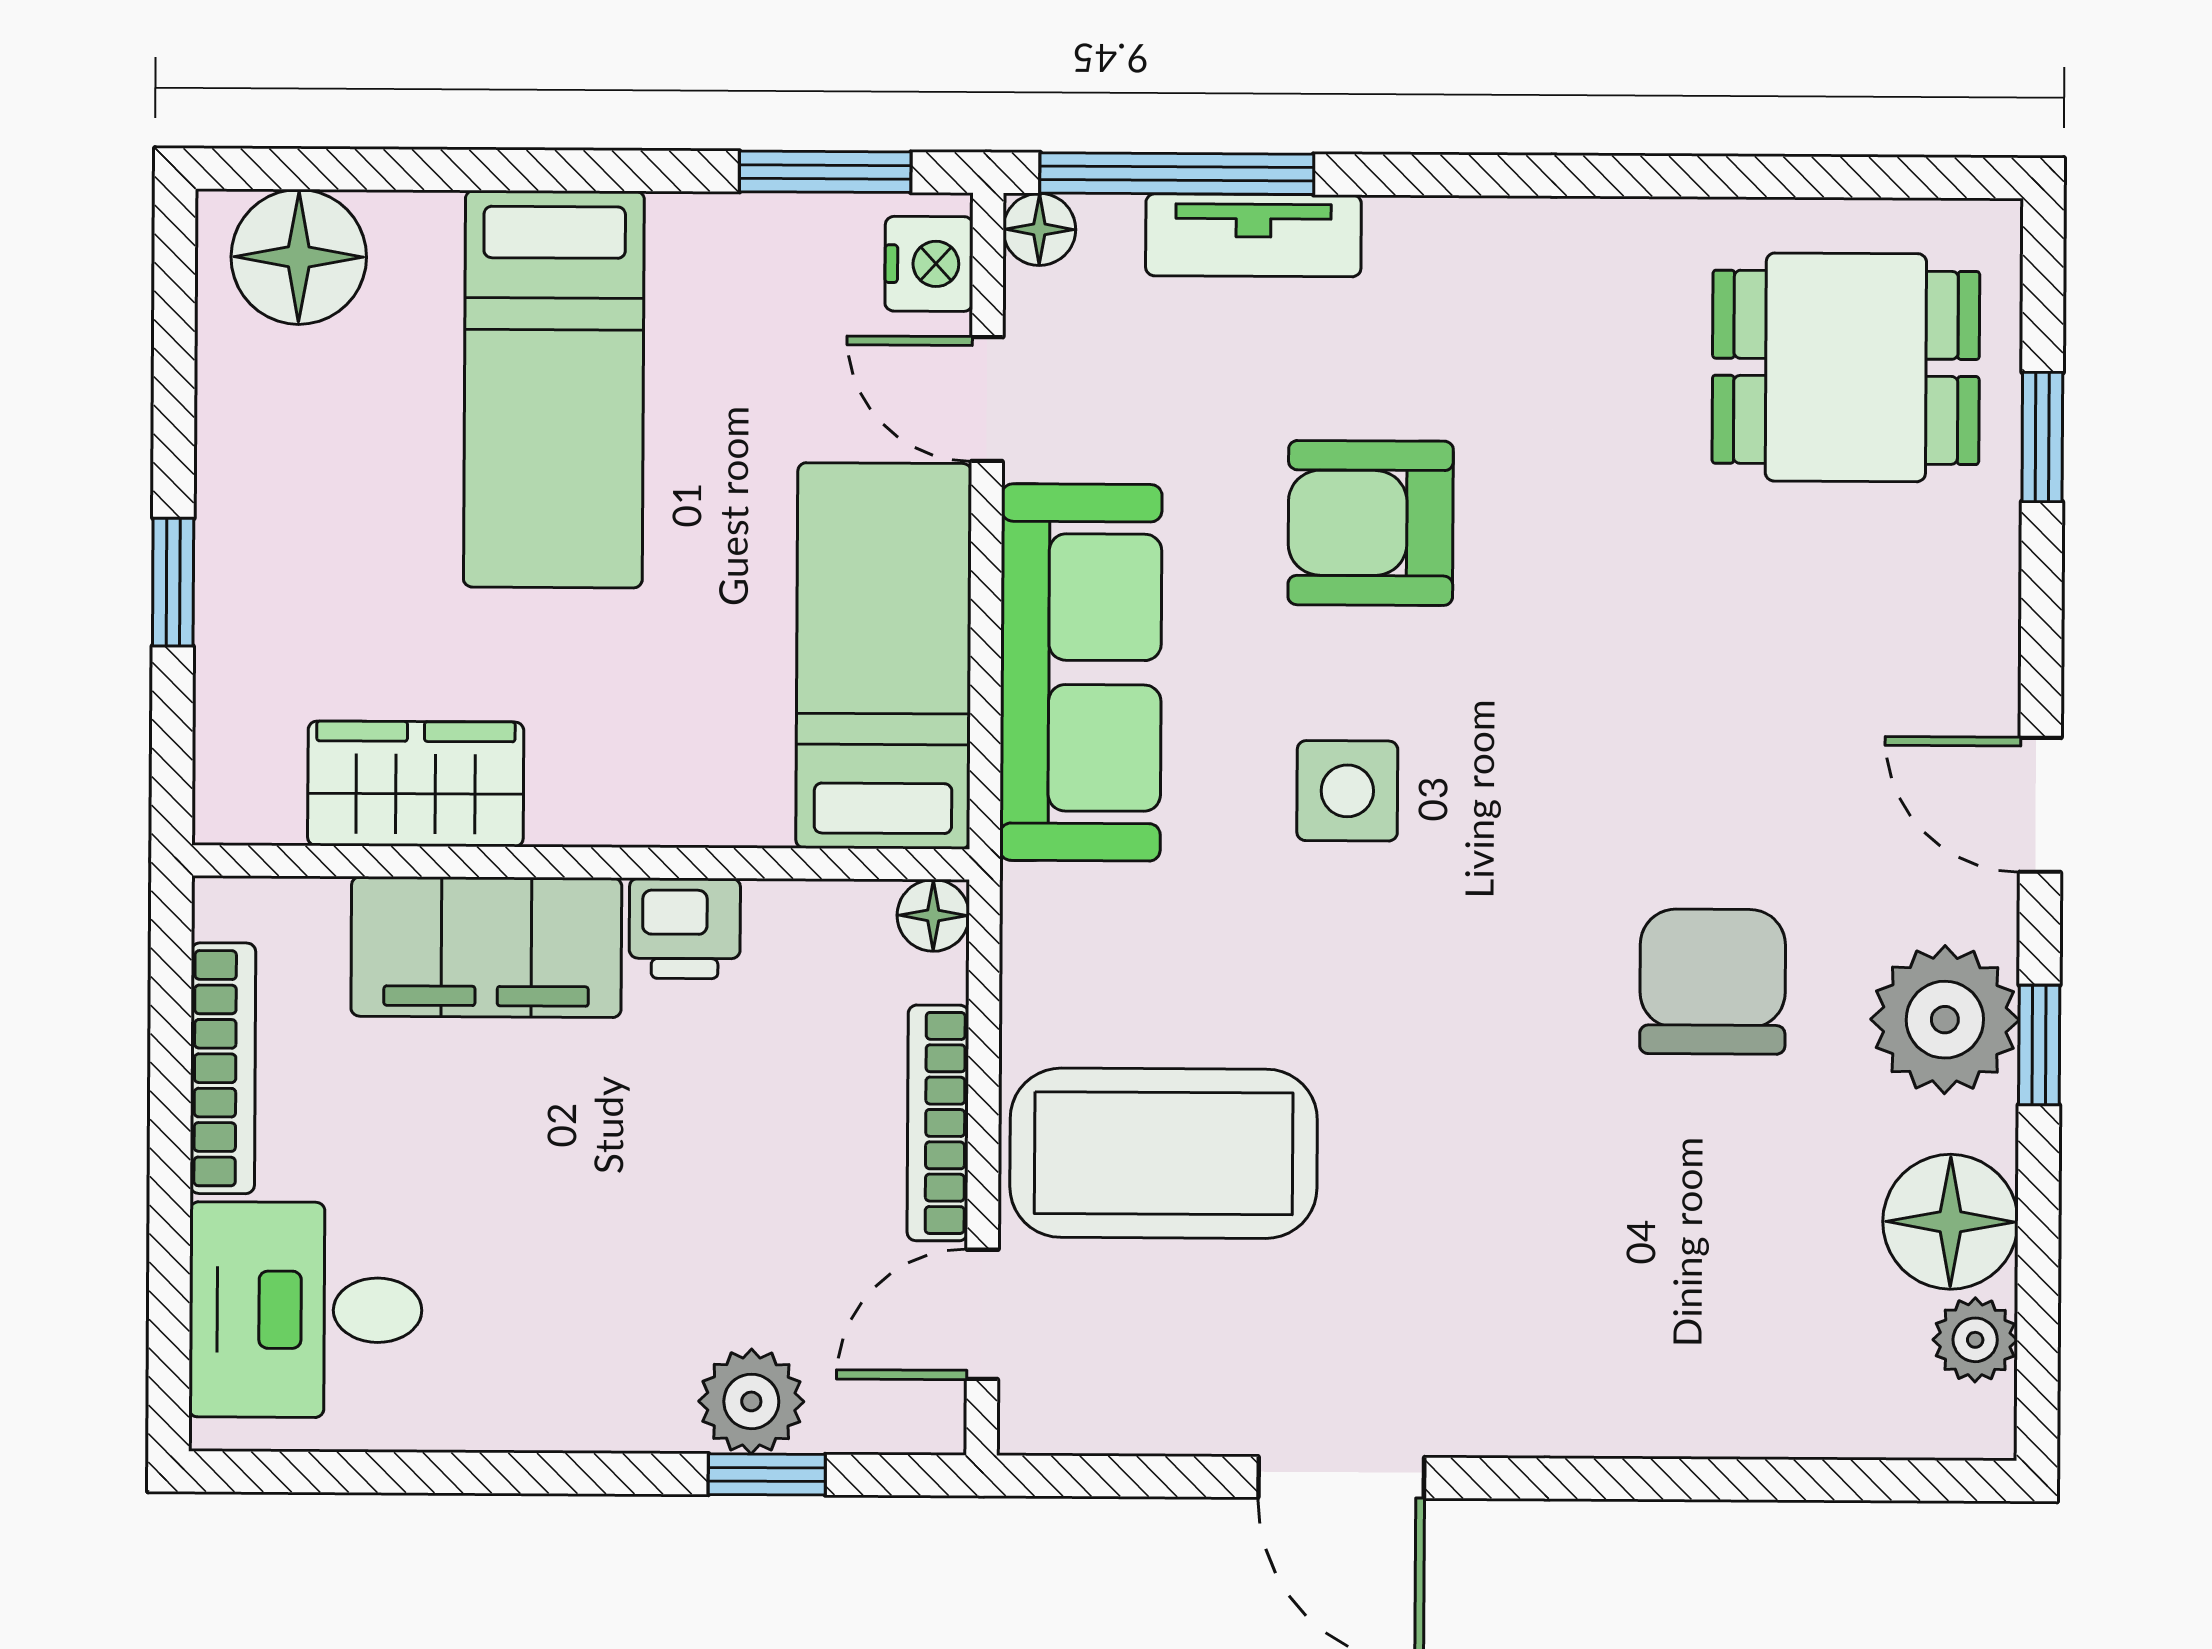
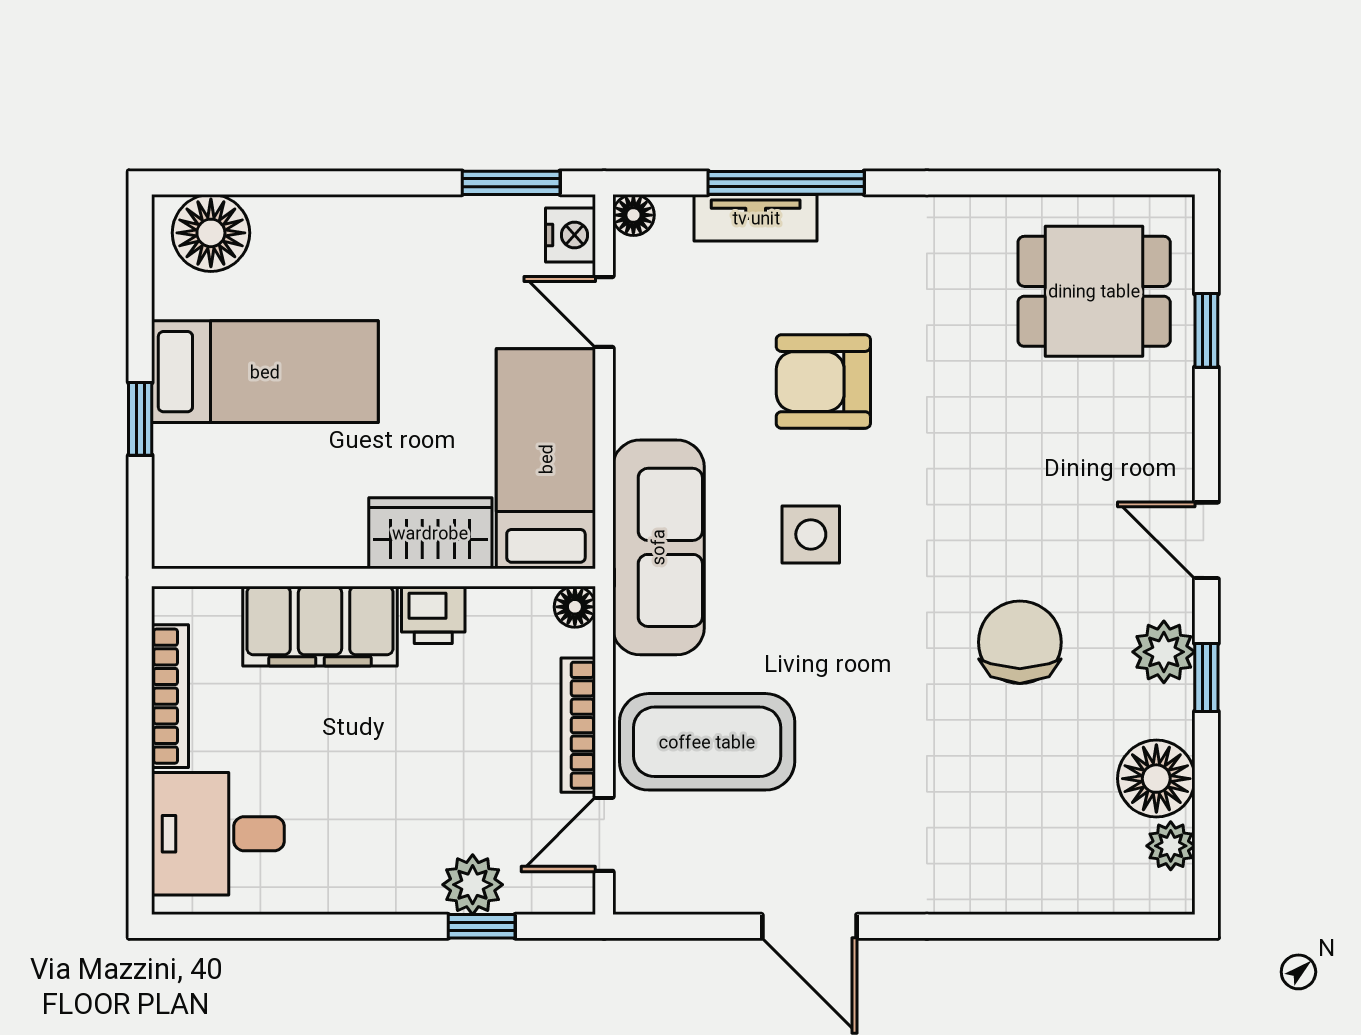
window: (1177, 174) -> (786, 183), moved
bed: (554, 389) -> (265, 372), moved, turned -90
sofa: (1081, 672) -> (658, 547), moved
wardrobe: (416, 784) -> (430, 533), moved
plant: (1945, 1020) -> (1164, 652), width x0.73, depth x0.73

